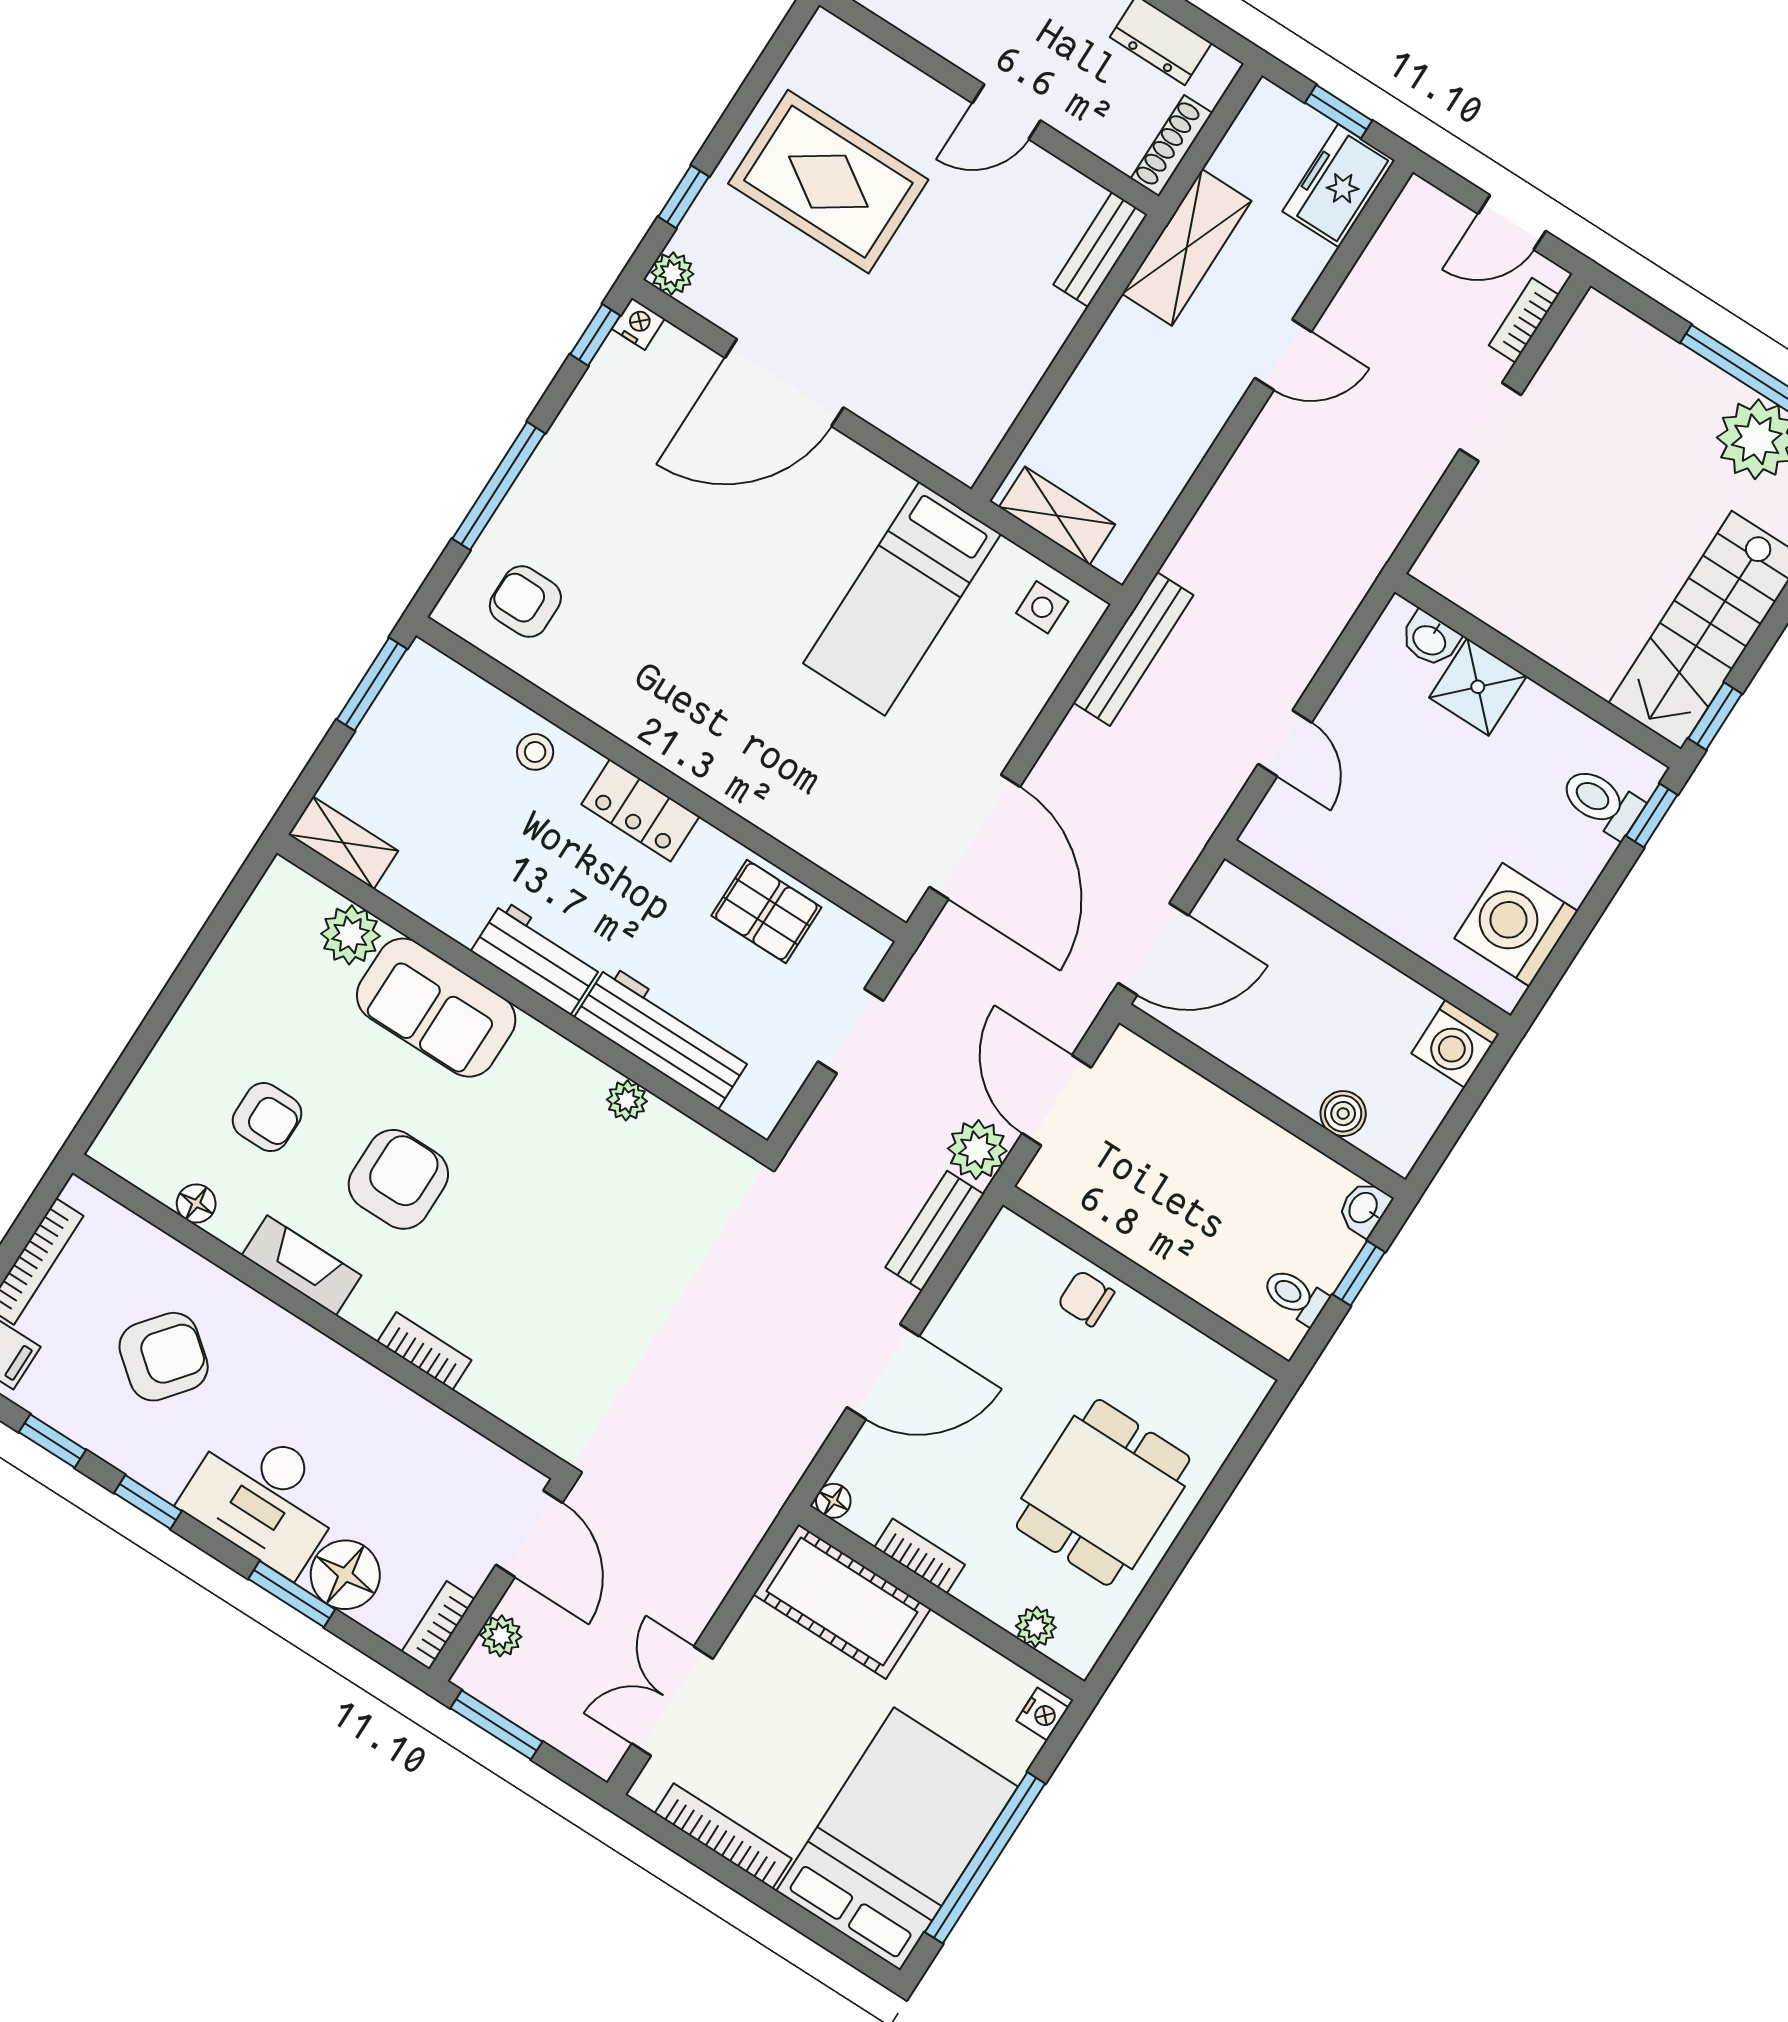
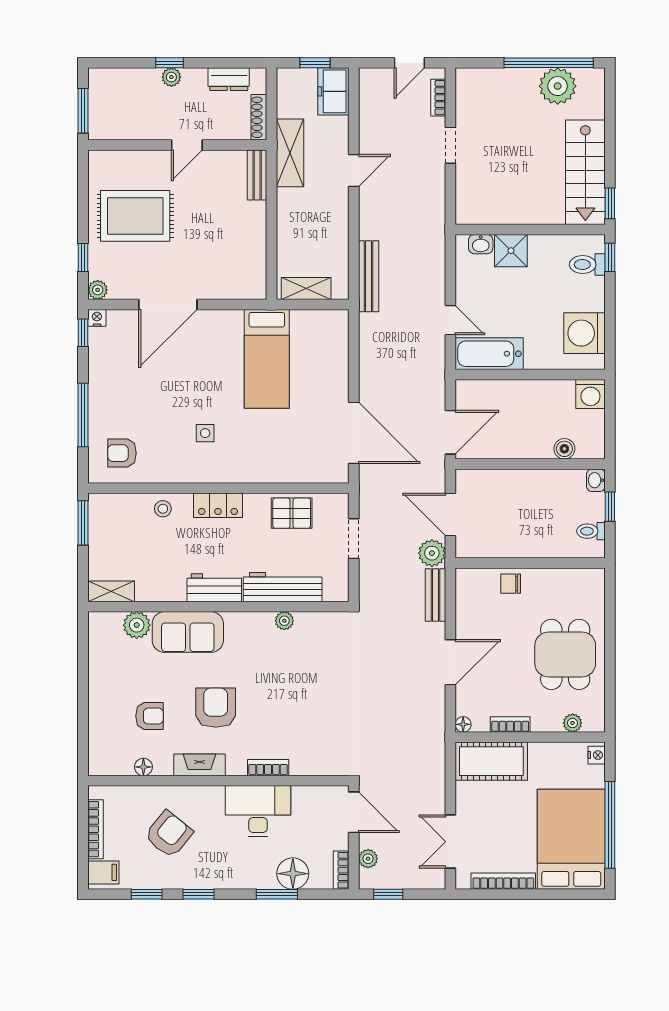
side table: (1042, 607) -> (205, 433), moved
bench: (1133, 649) -> (369, 276), moved
bathtub: (1317, 851) -> (489, 354), added
desk: (264, 1497) -> (258, 811), moved, turned 180
window: (496, 1725) -> (388, 894), width x0.67

